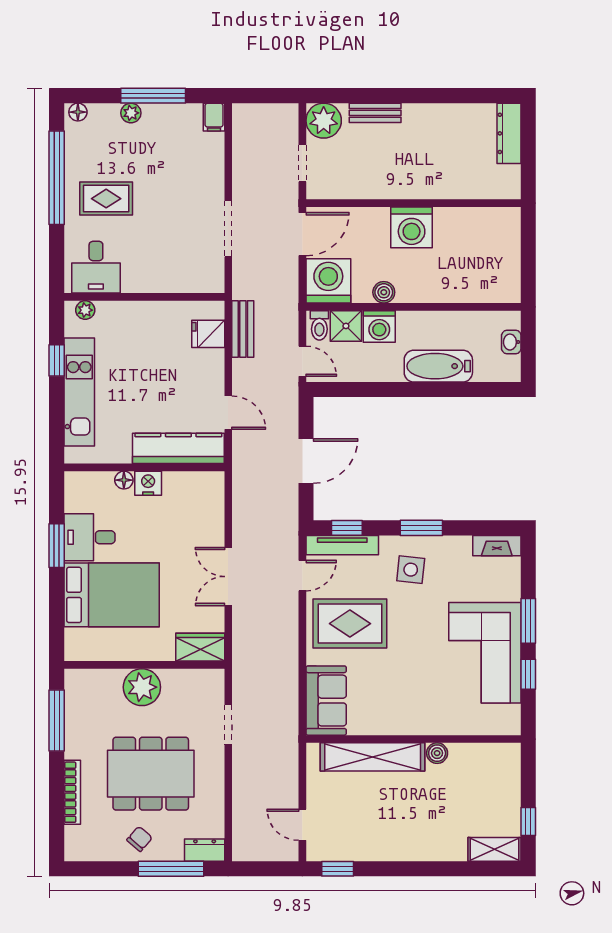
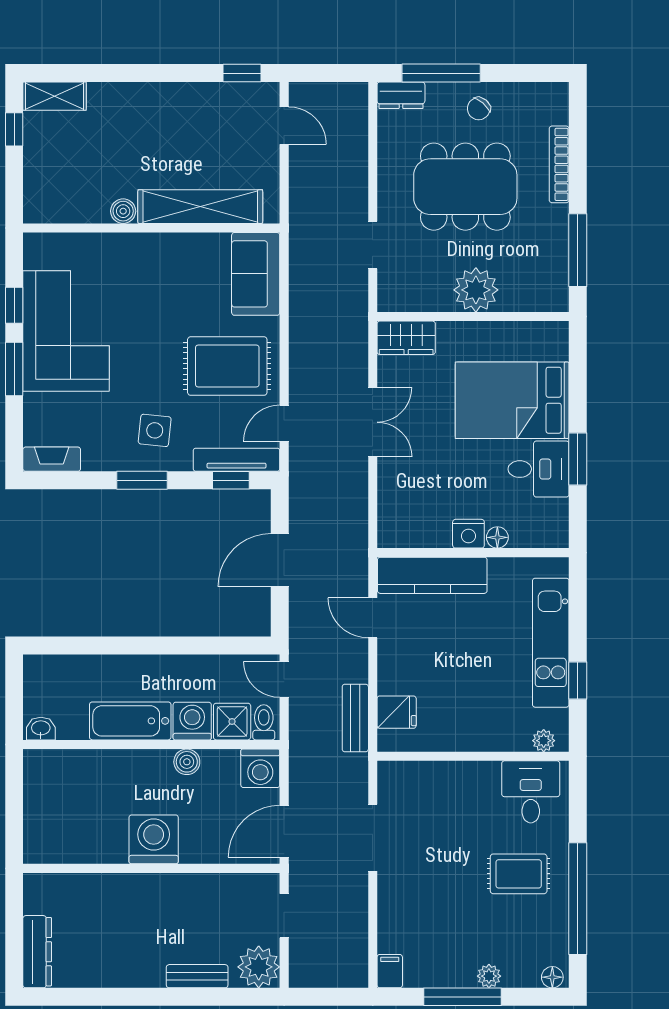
washing machine: (328, 281) -> (260, 768), width x0.73, depth x0.73
washbasin: (511, 342) -> (41, 729), moved, turned -90
bathtub: (438, 366) -> (130, 721), moved, turned 180

